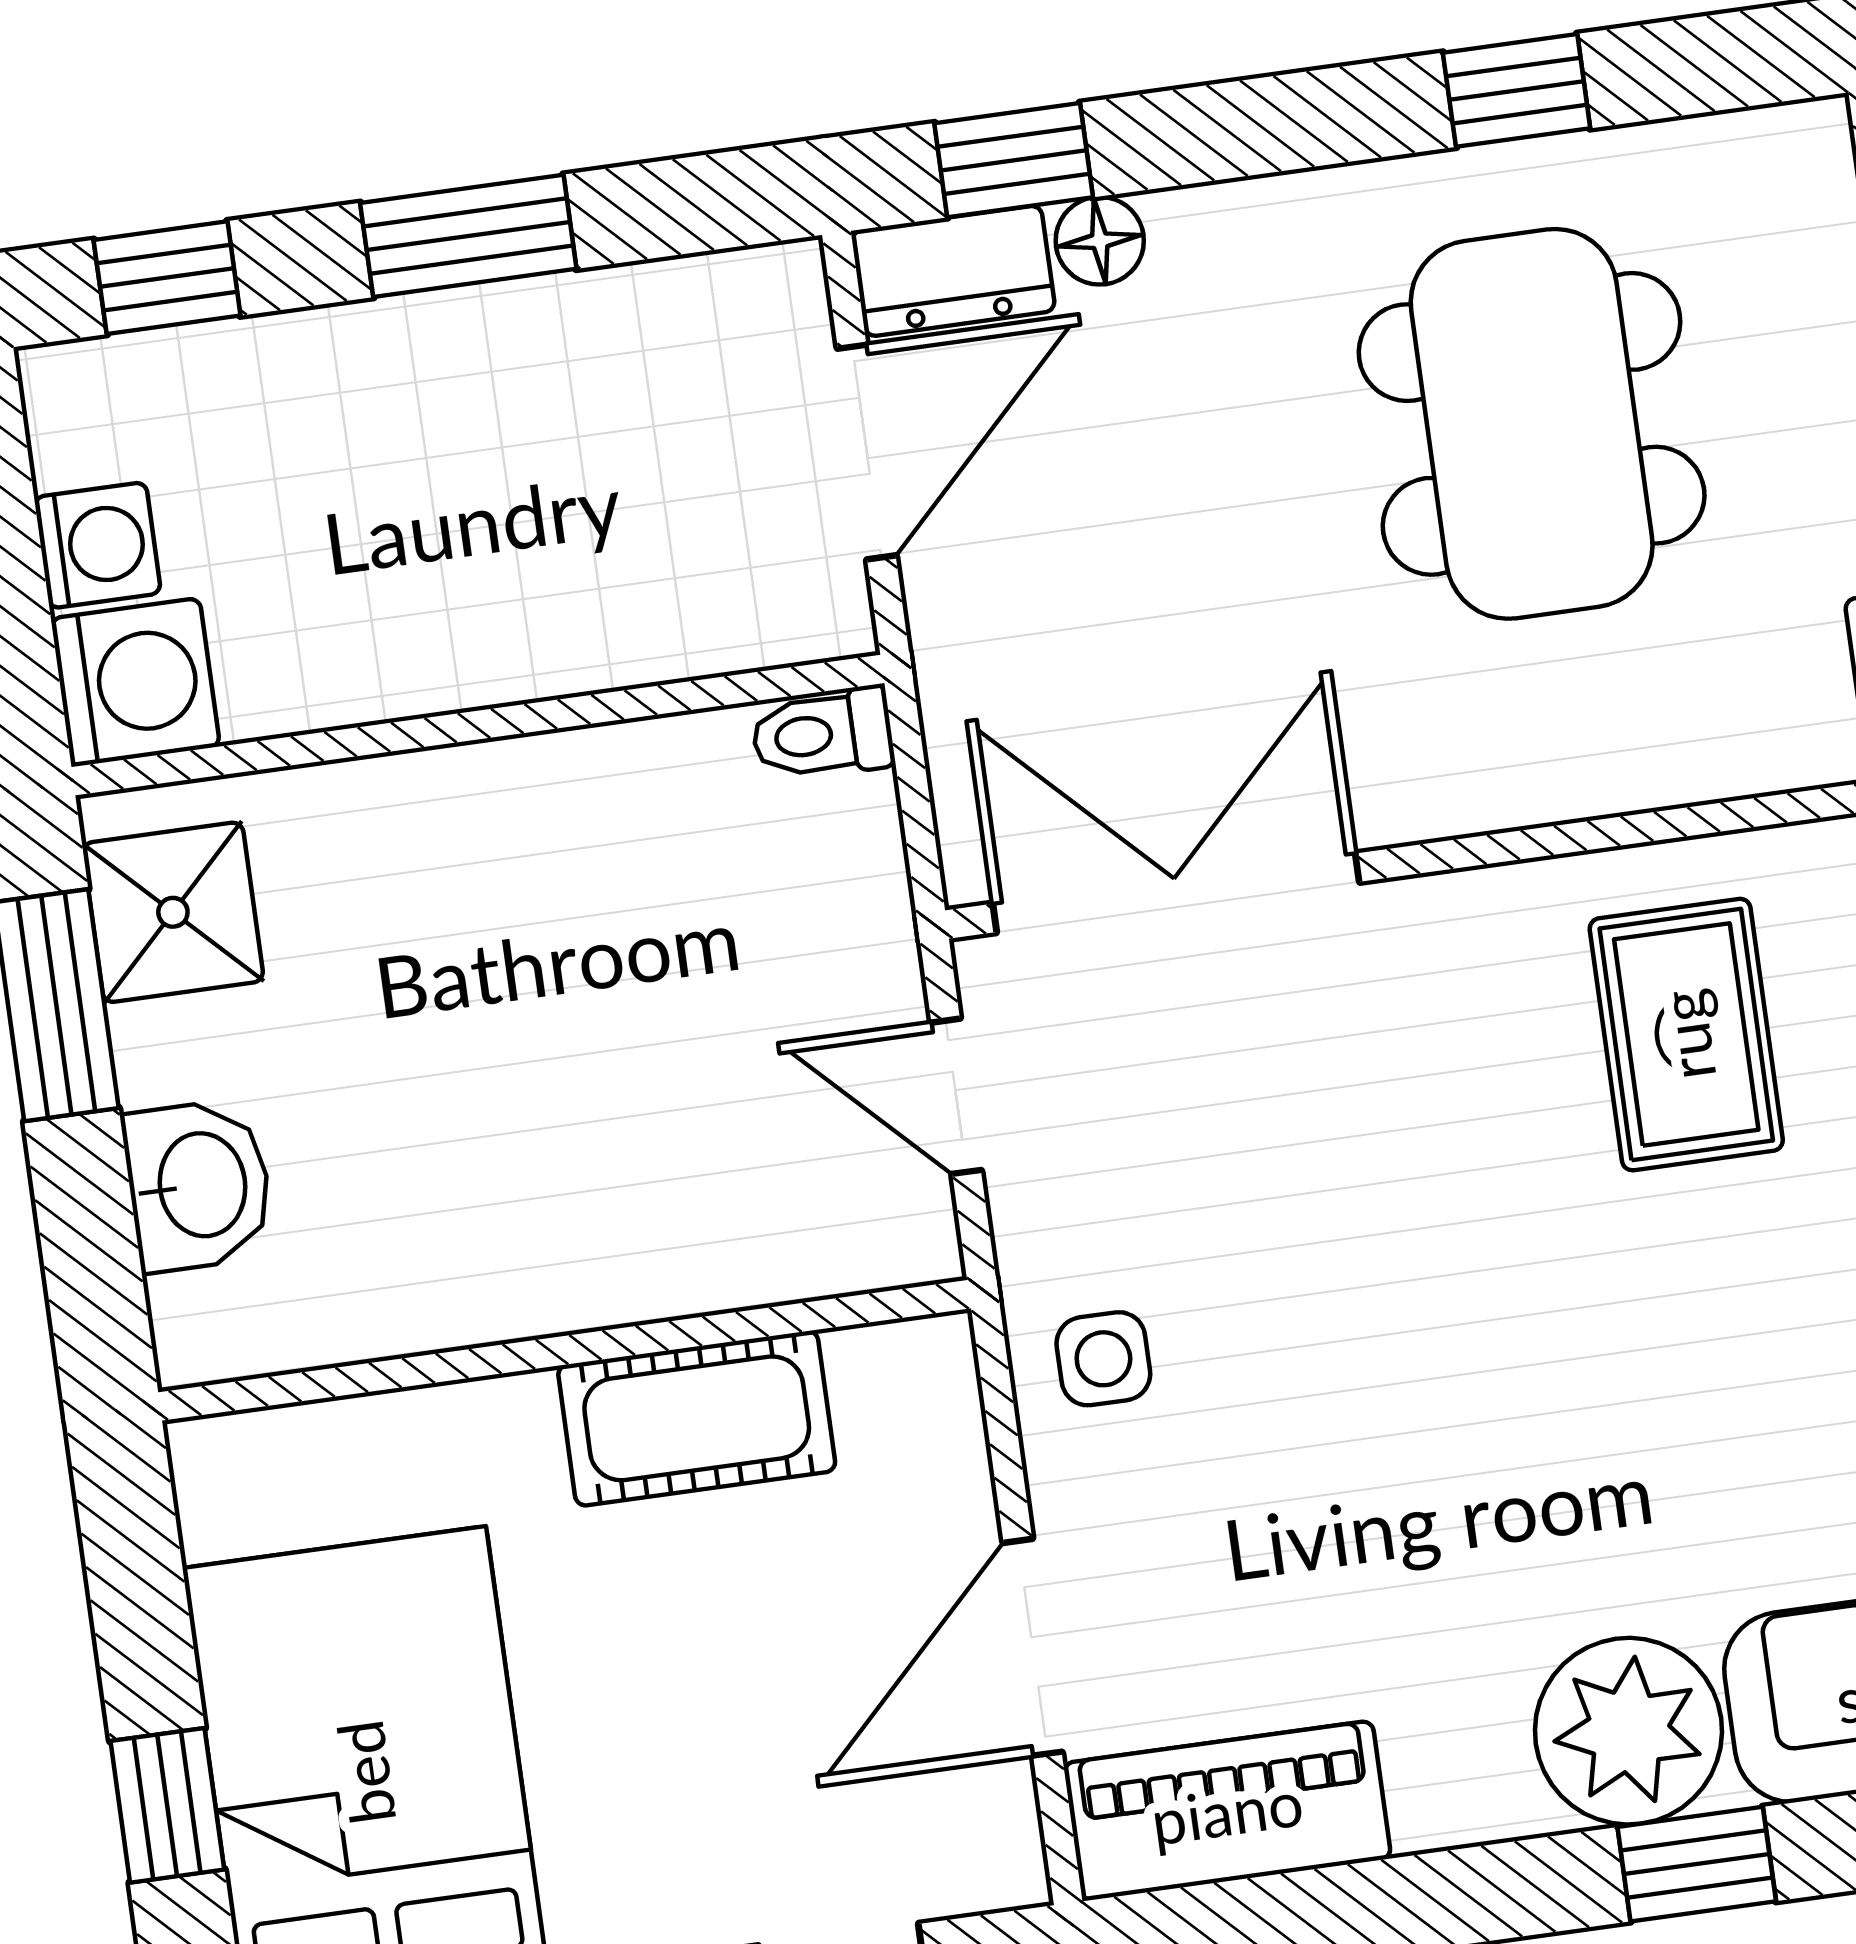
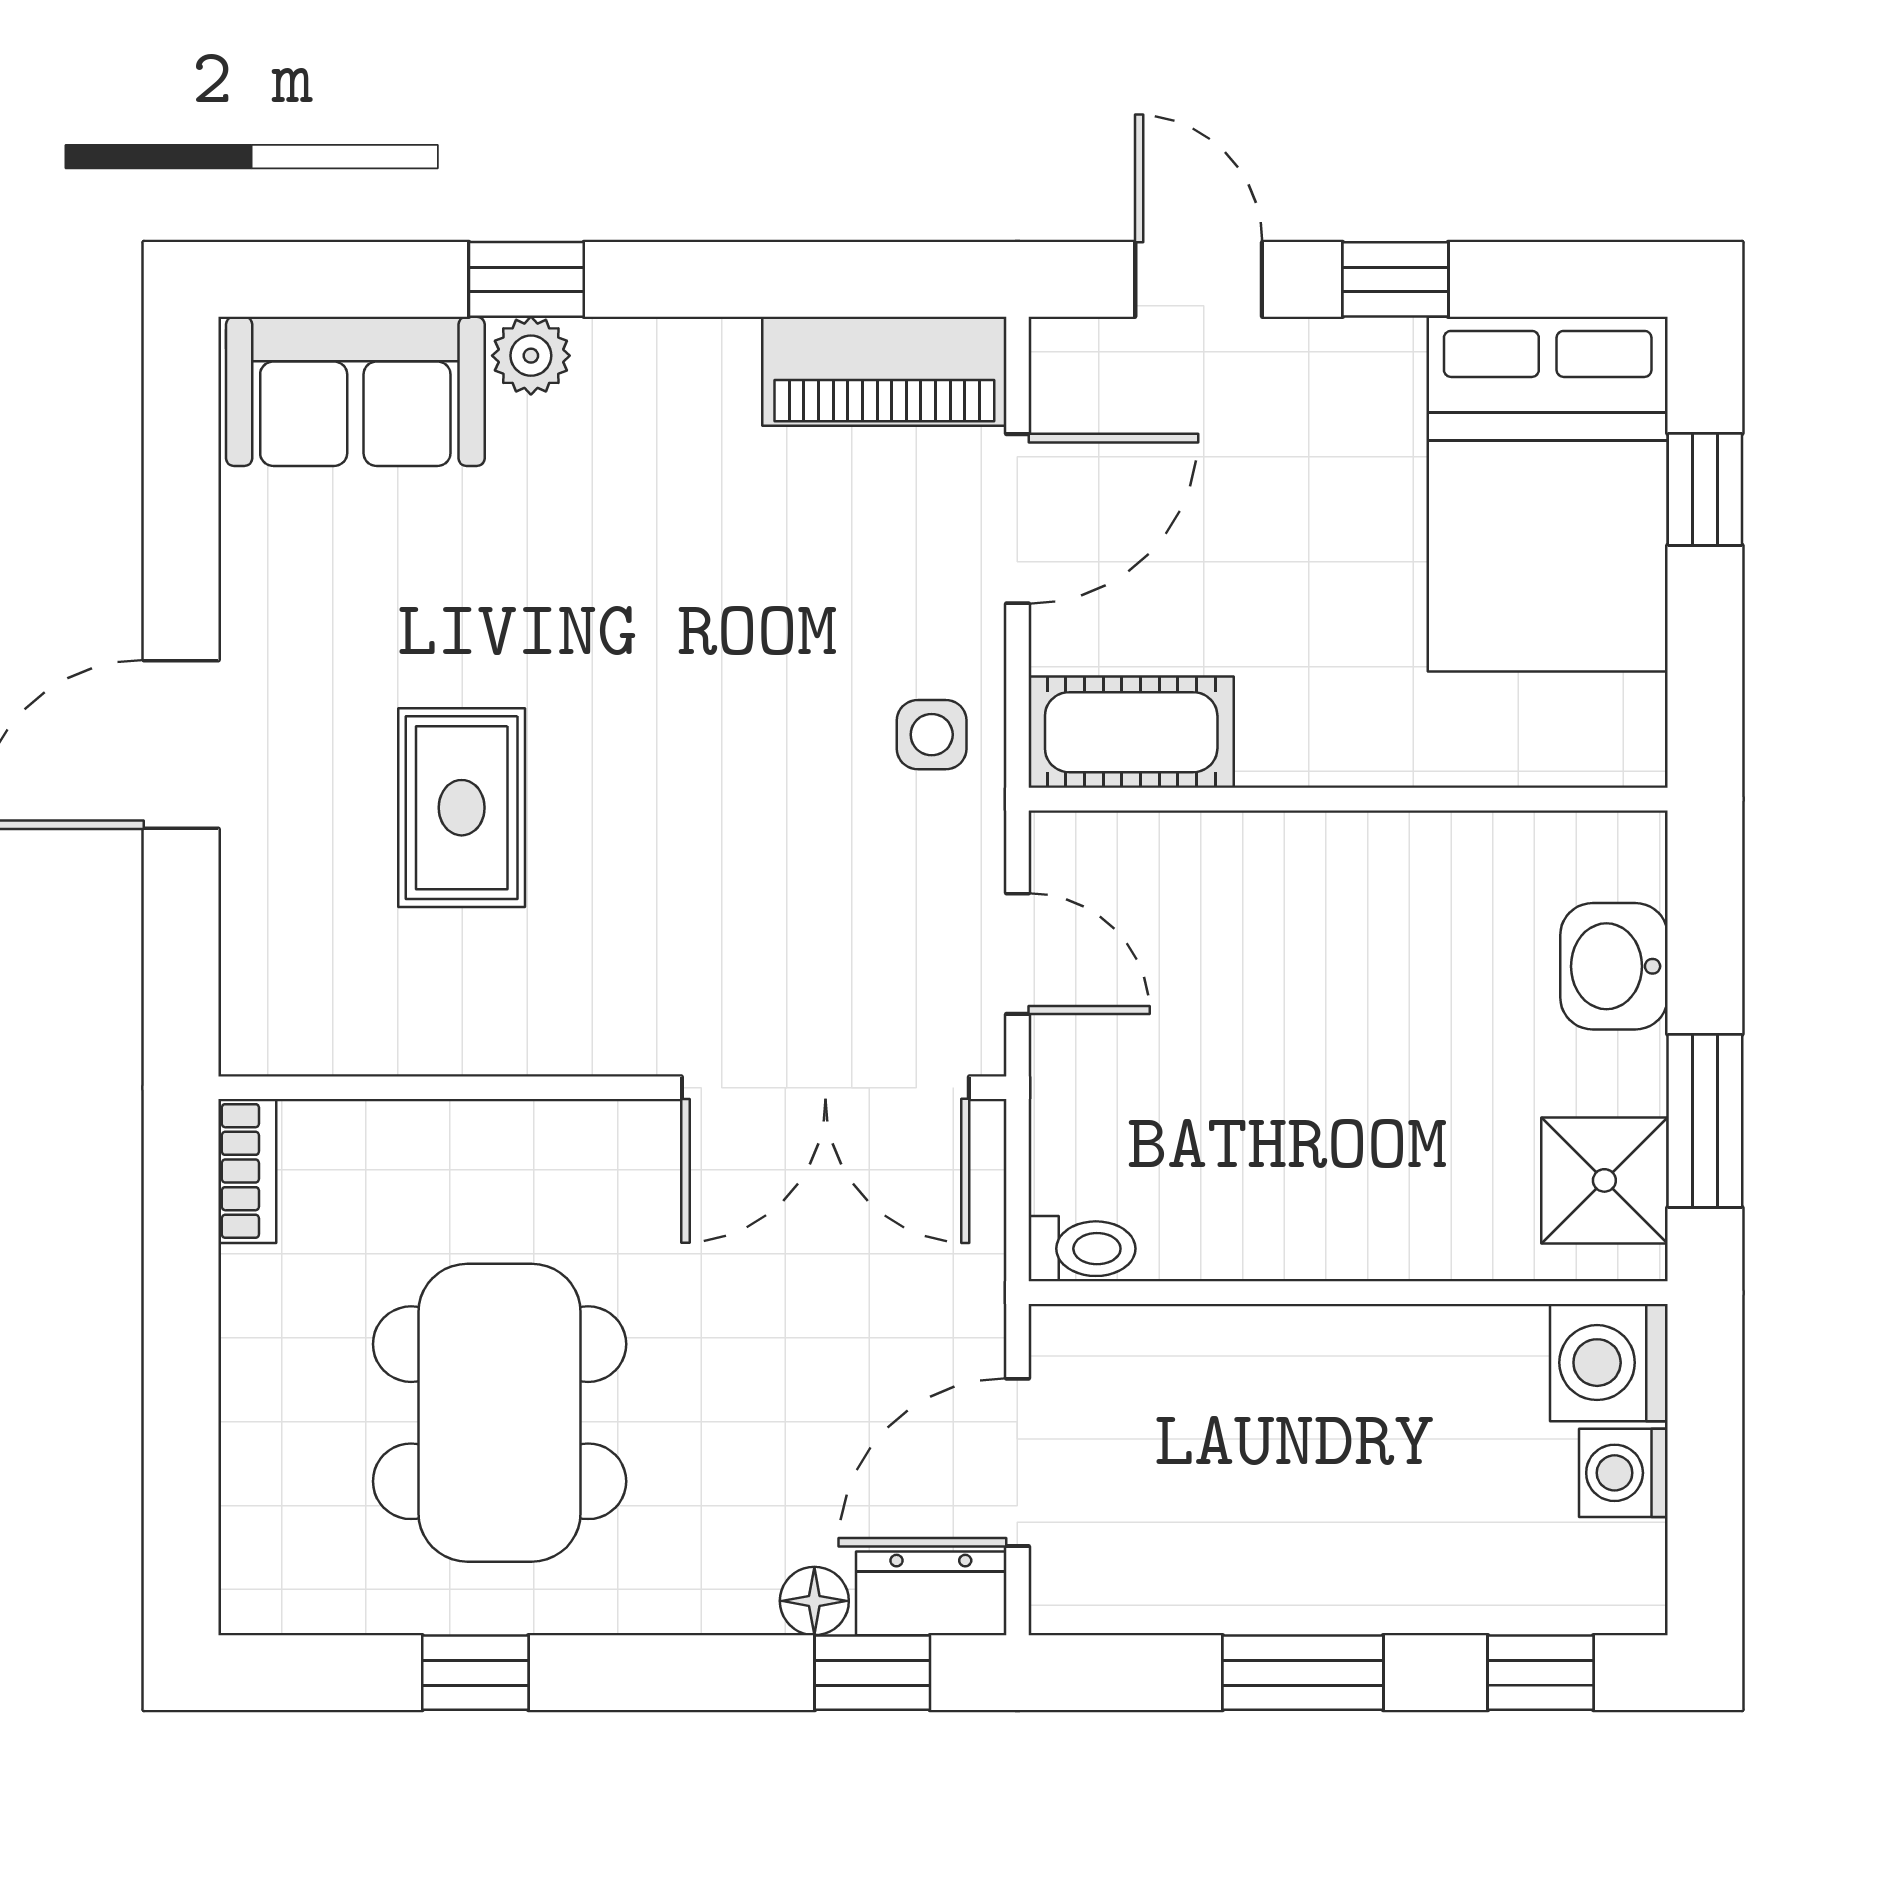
rug: (1686, 1035) -> (462, 808), moved
cot: (697, 1418) -> (1131, 732), moved
plant: (1628, 1731) -> (531, 356), width x0.53, depth x0.53

